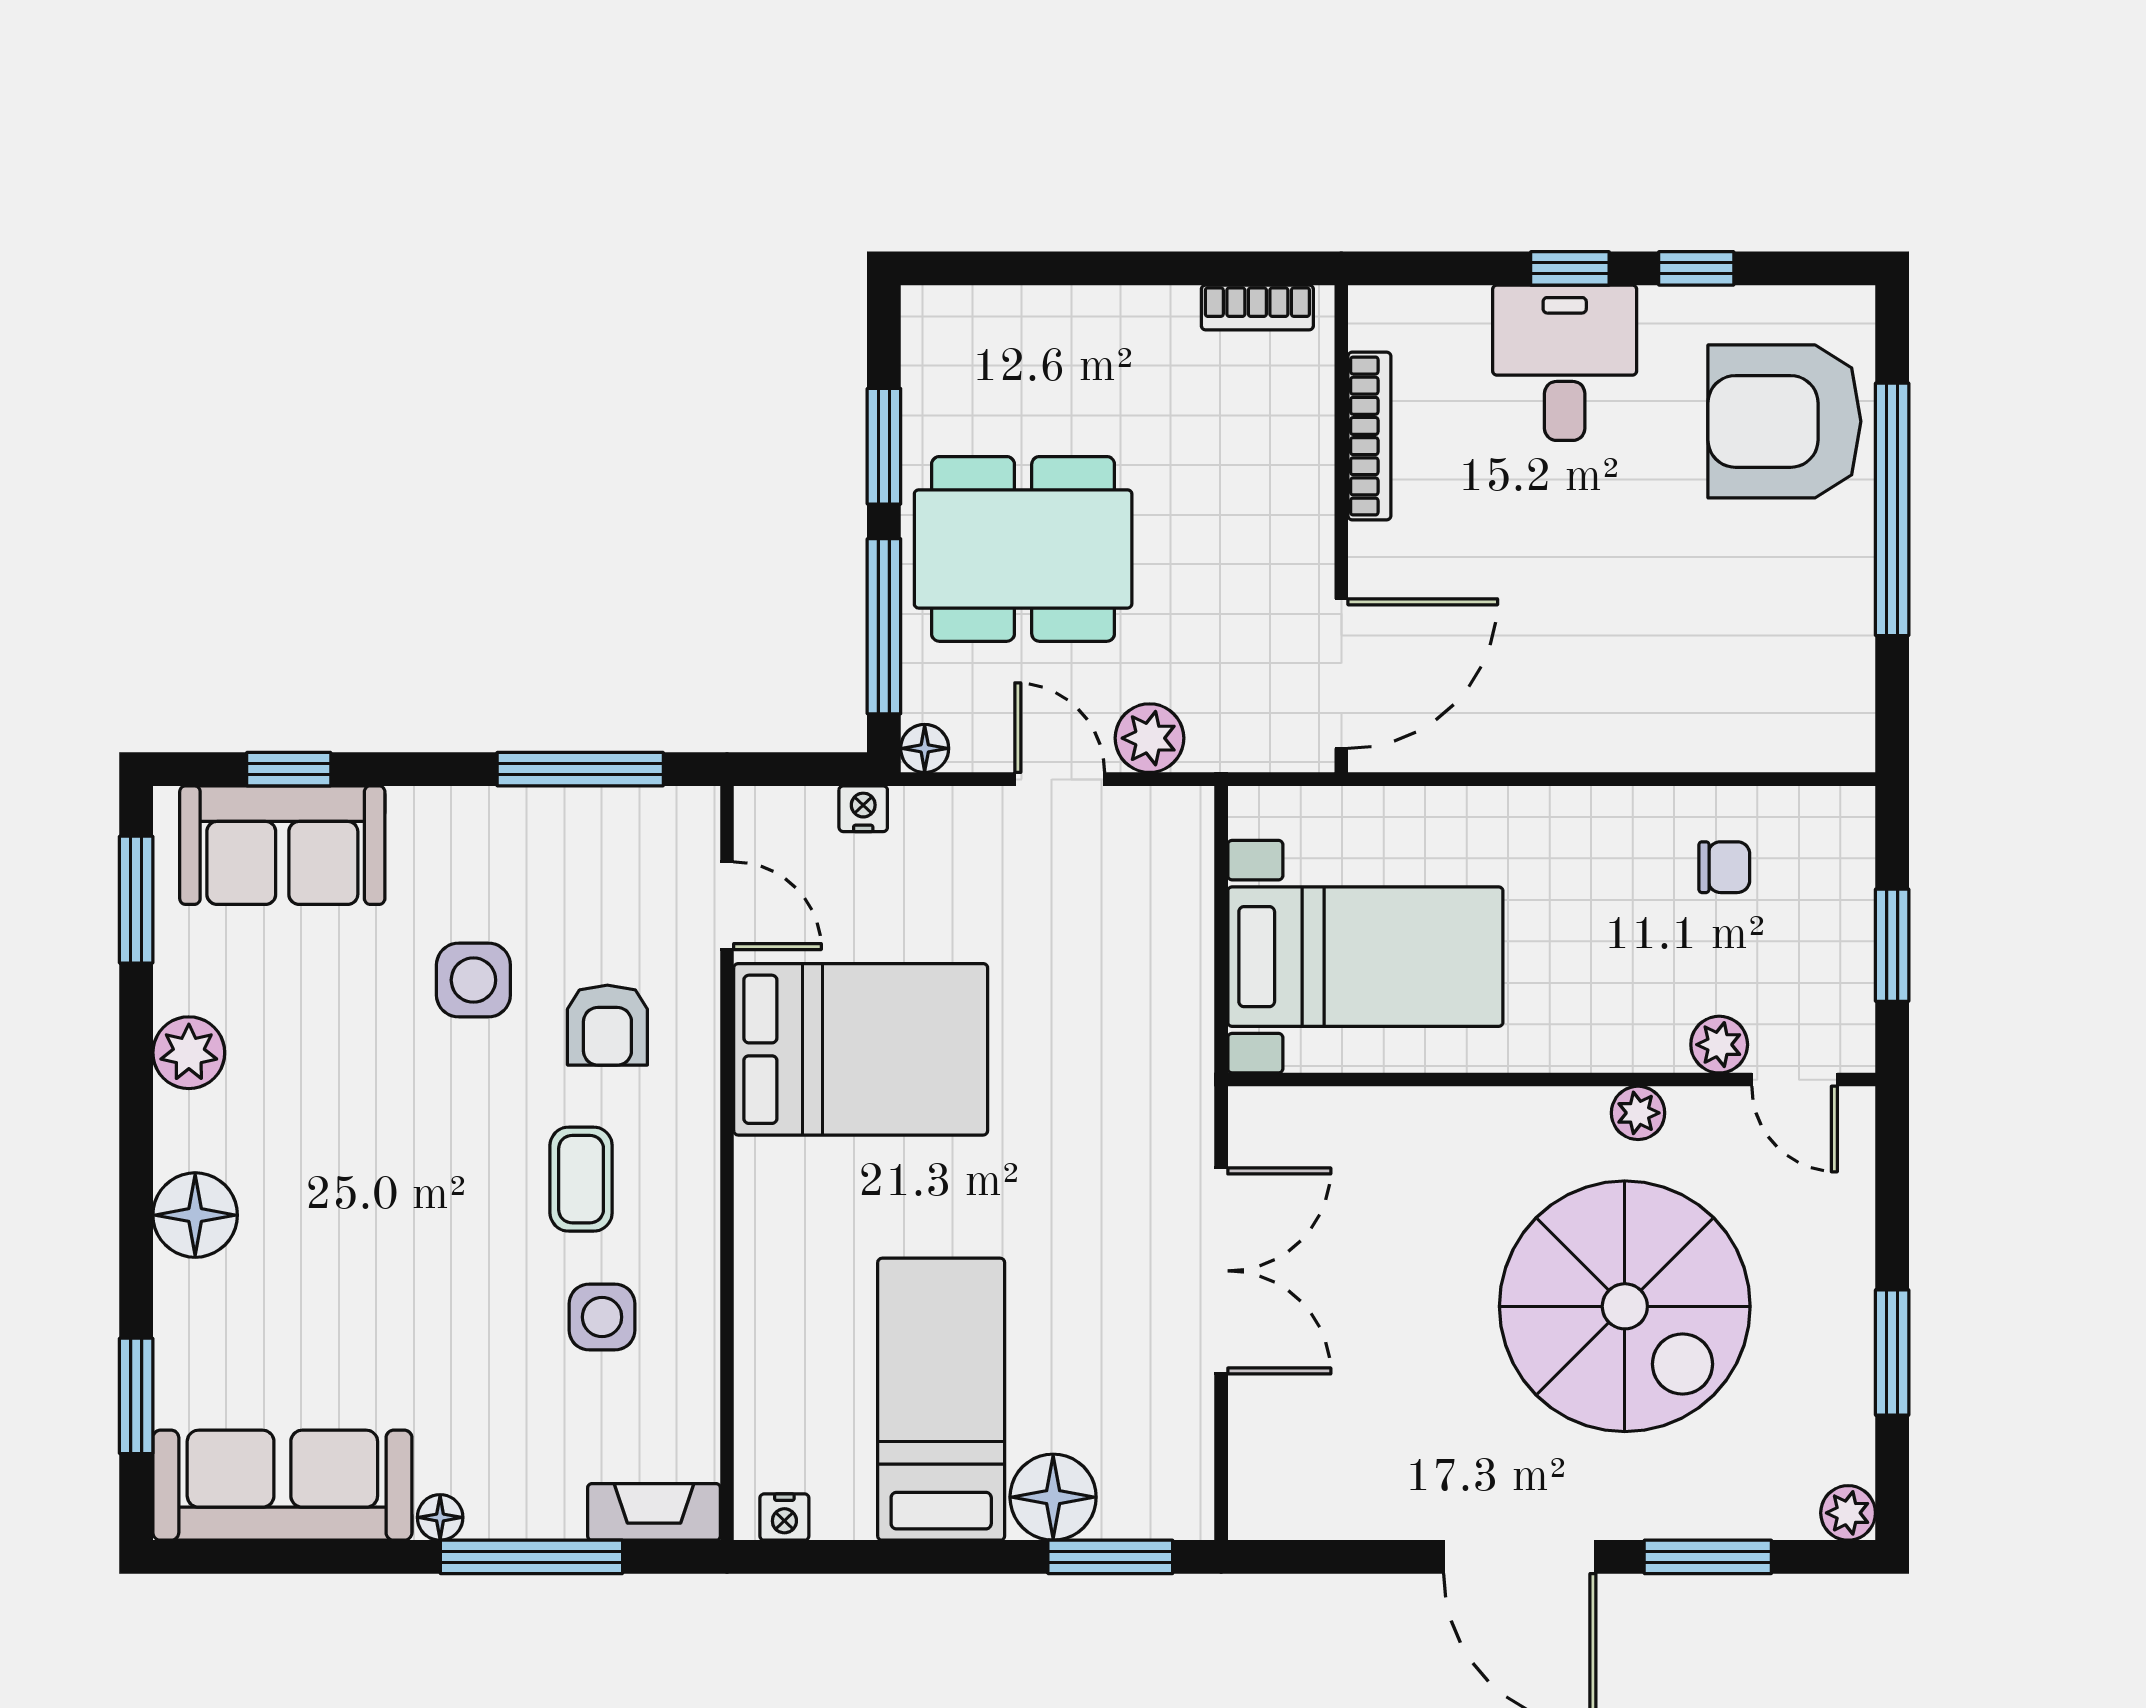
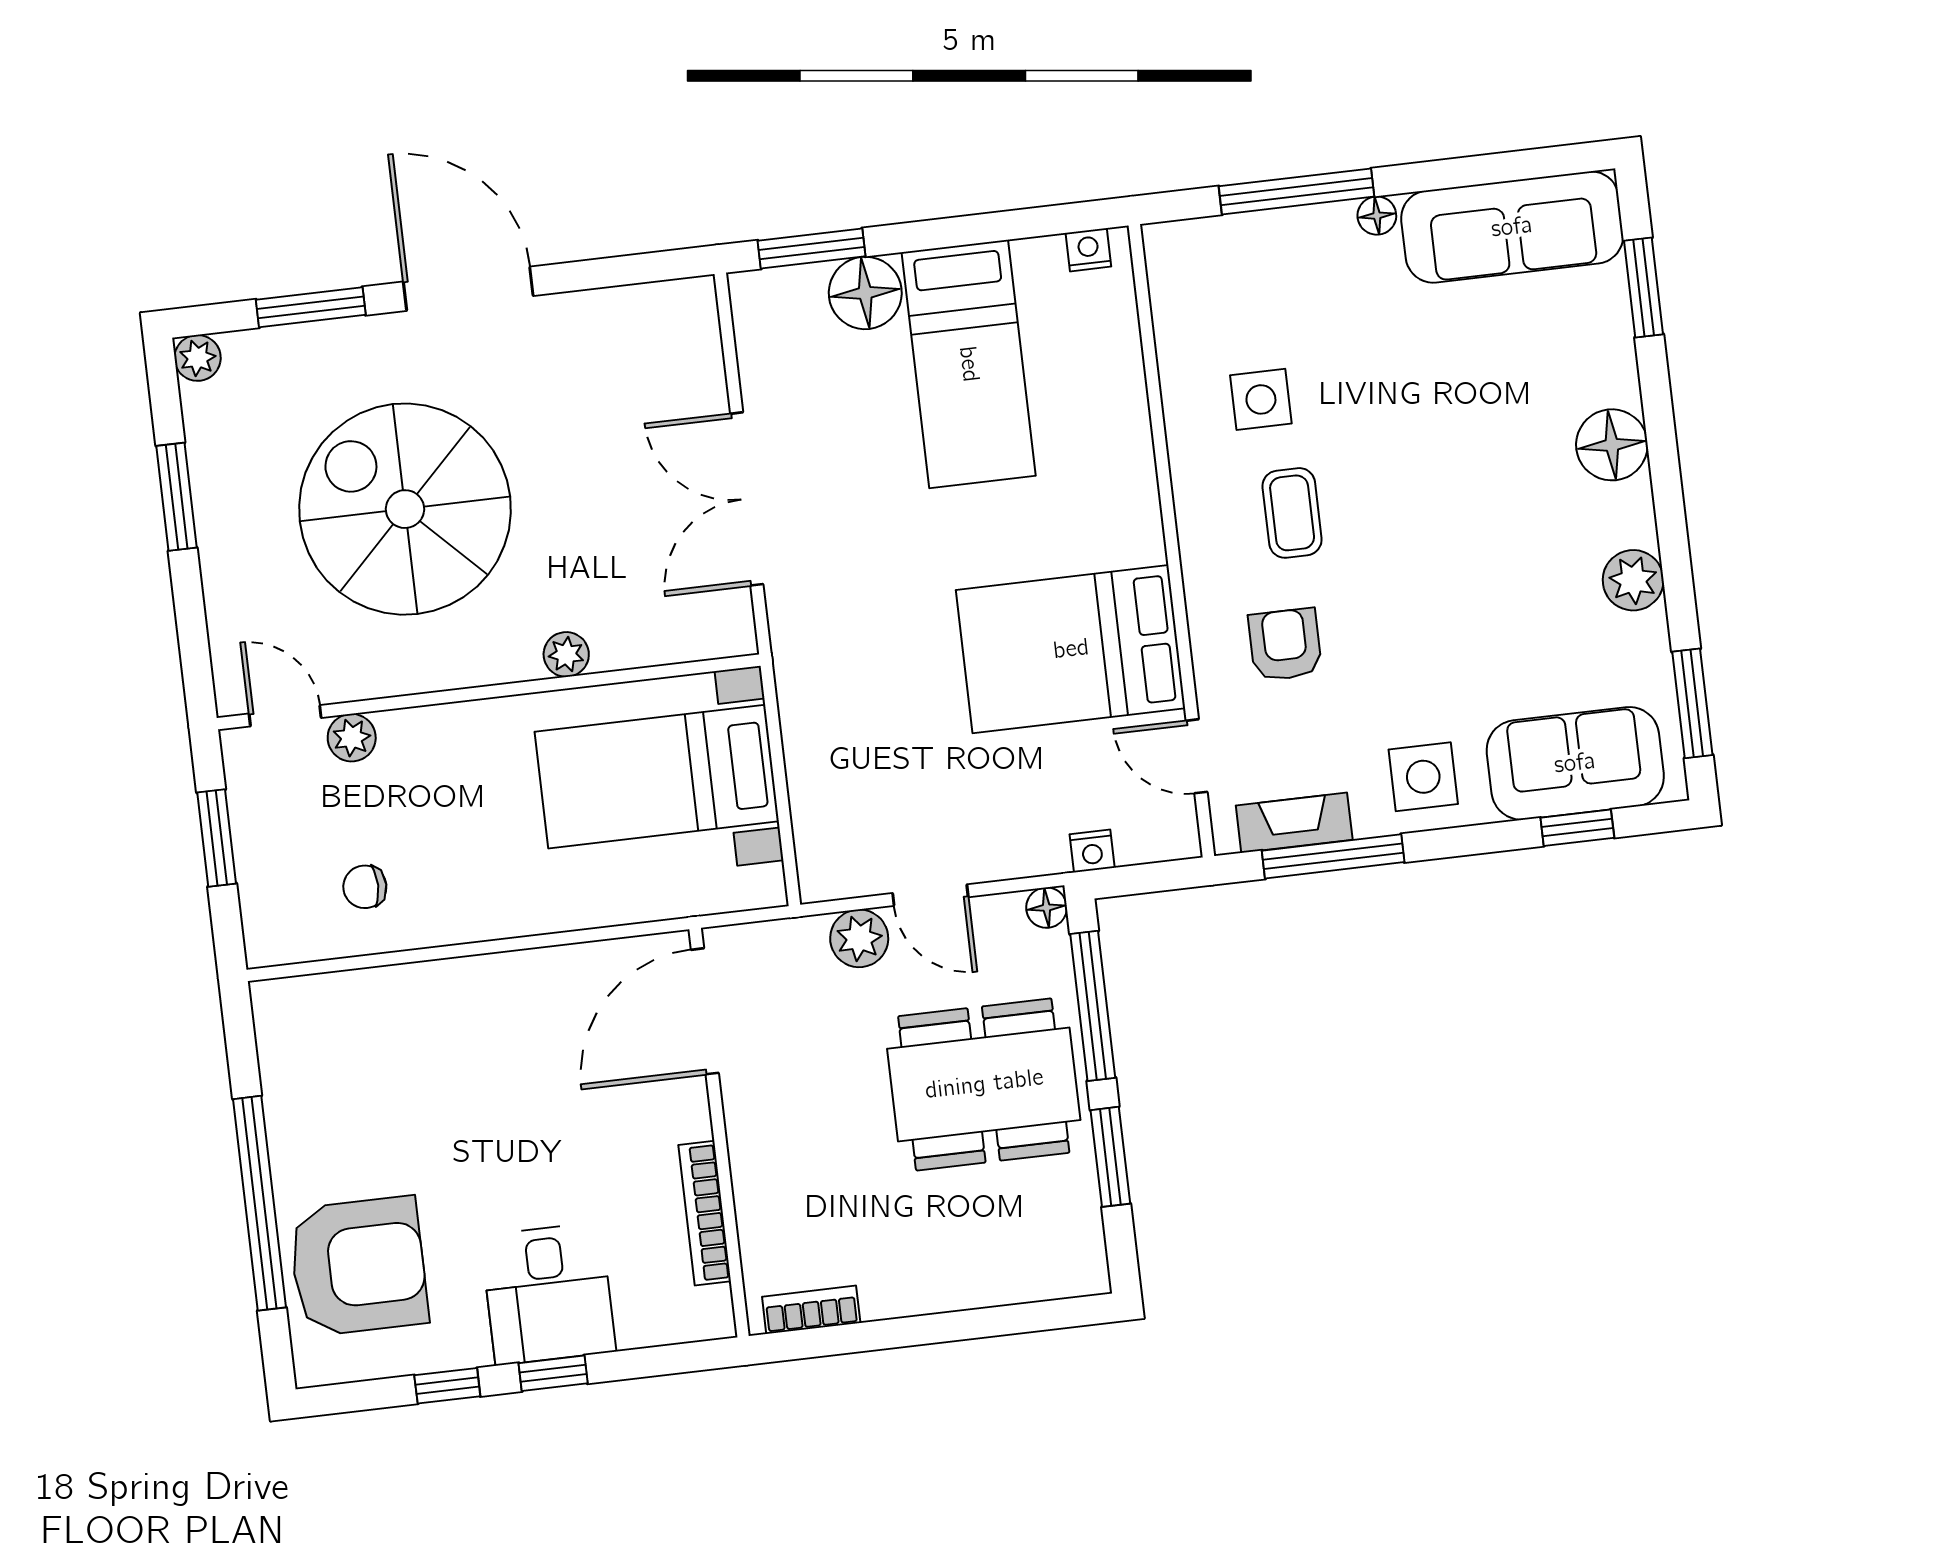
side table: (473, 980) -> (1423, 777), moved
plant: (1638, 1113) -> (566, 654), moved
fireplace: (654, 1512) -> (1294, 823), moved, turned 180

